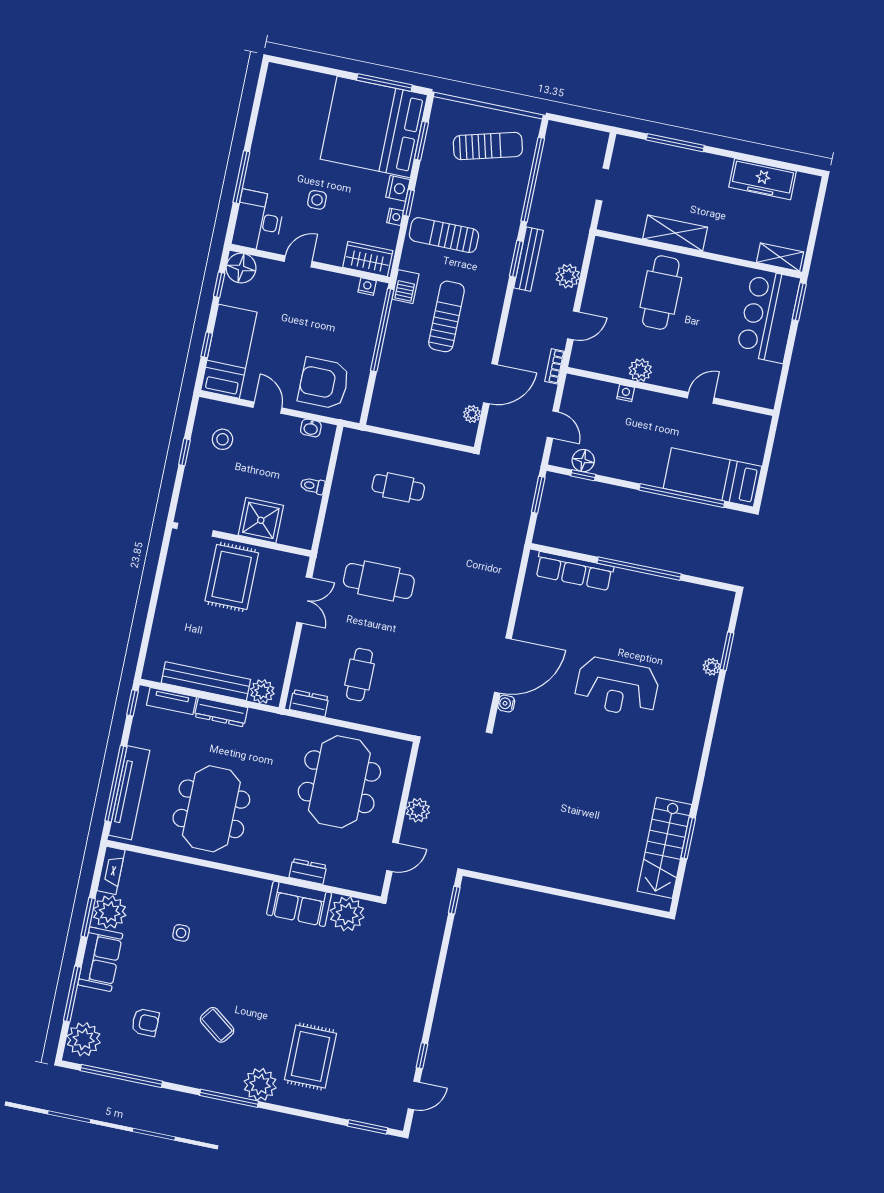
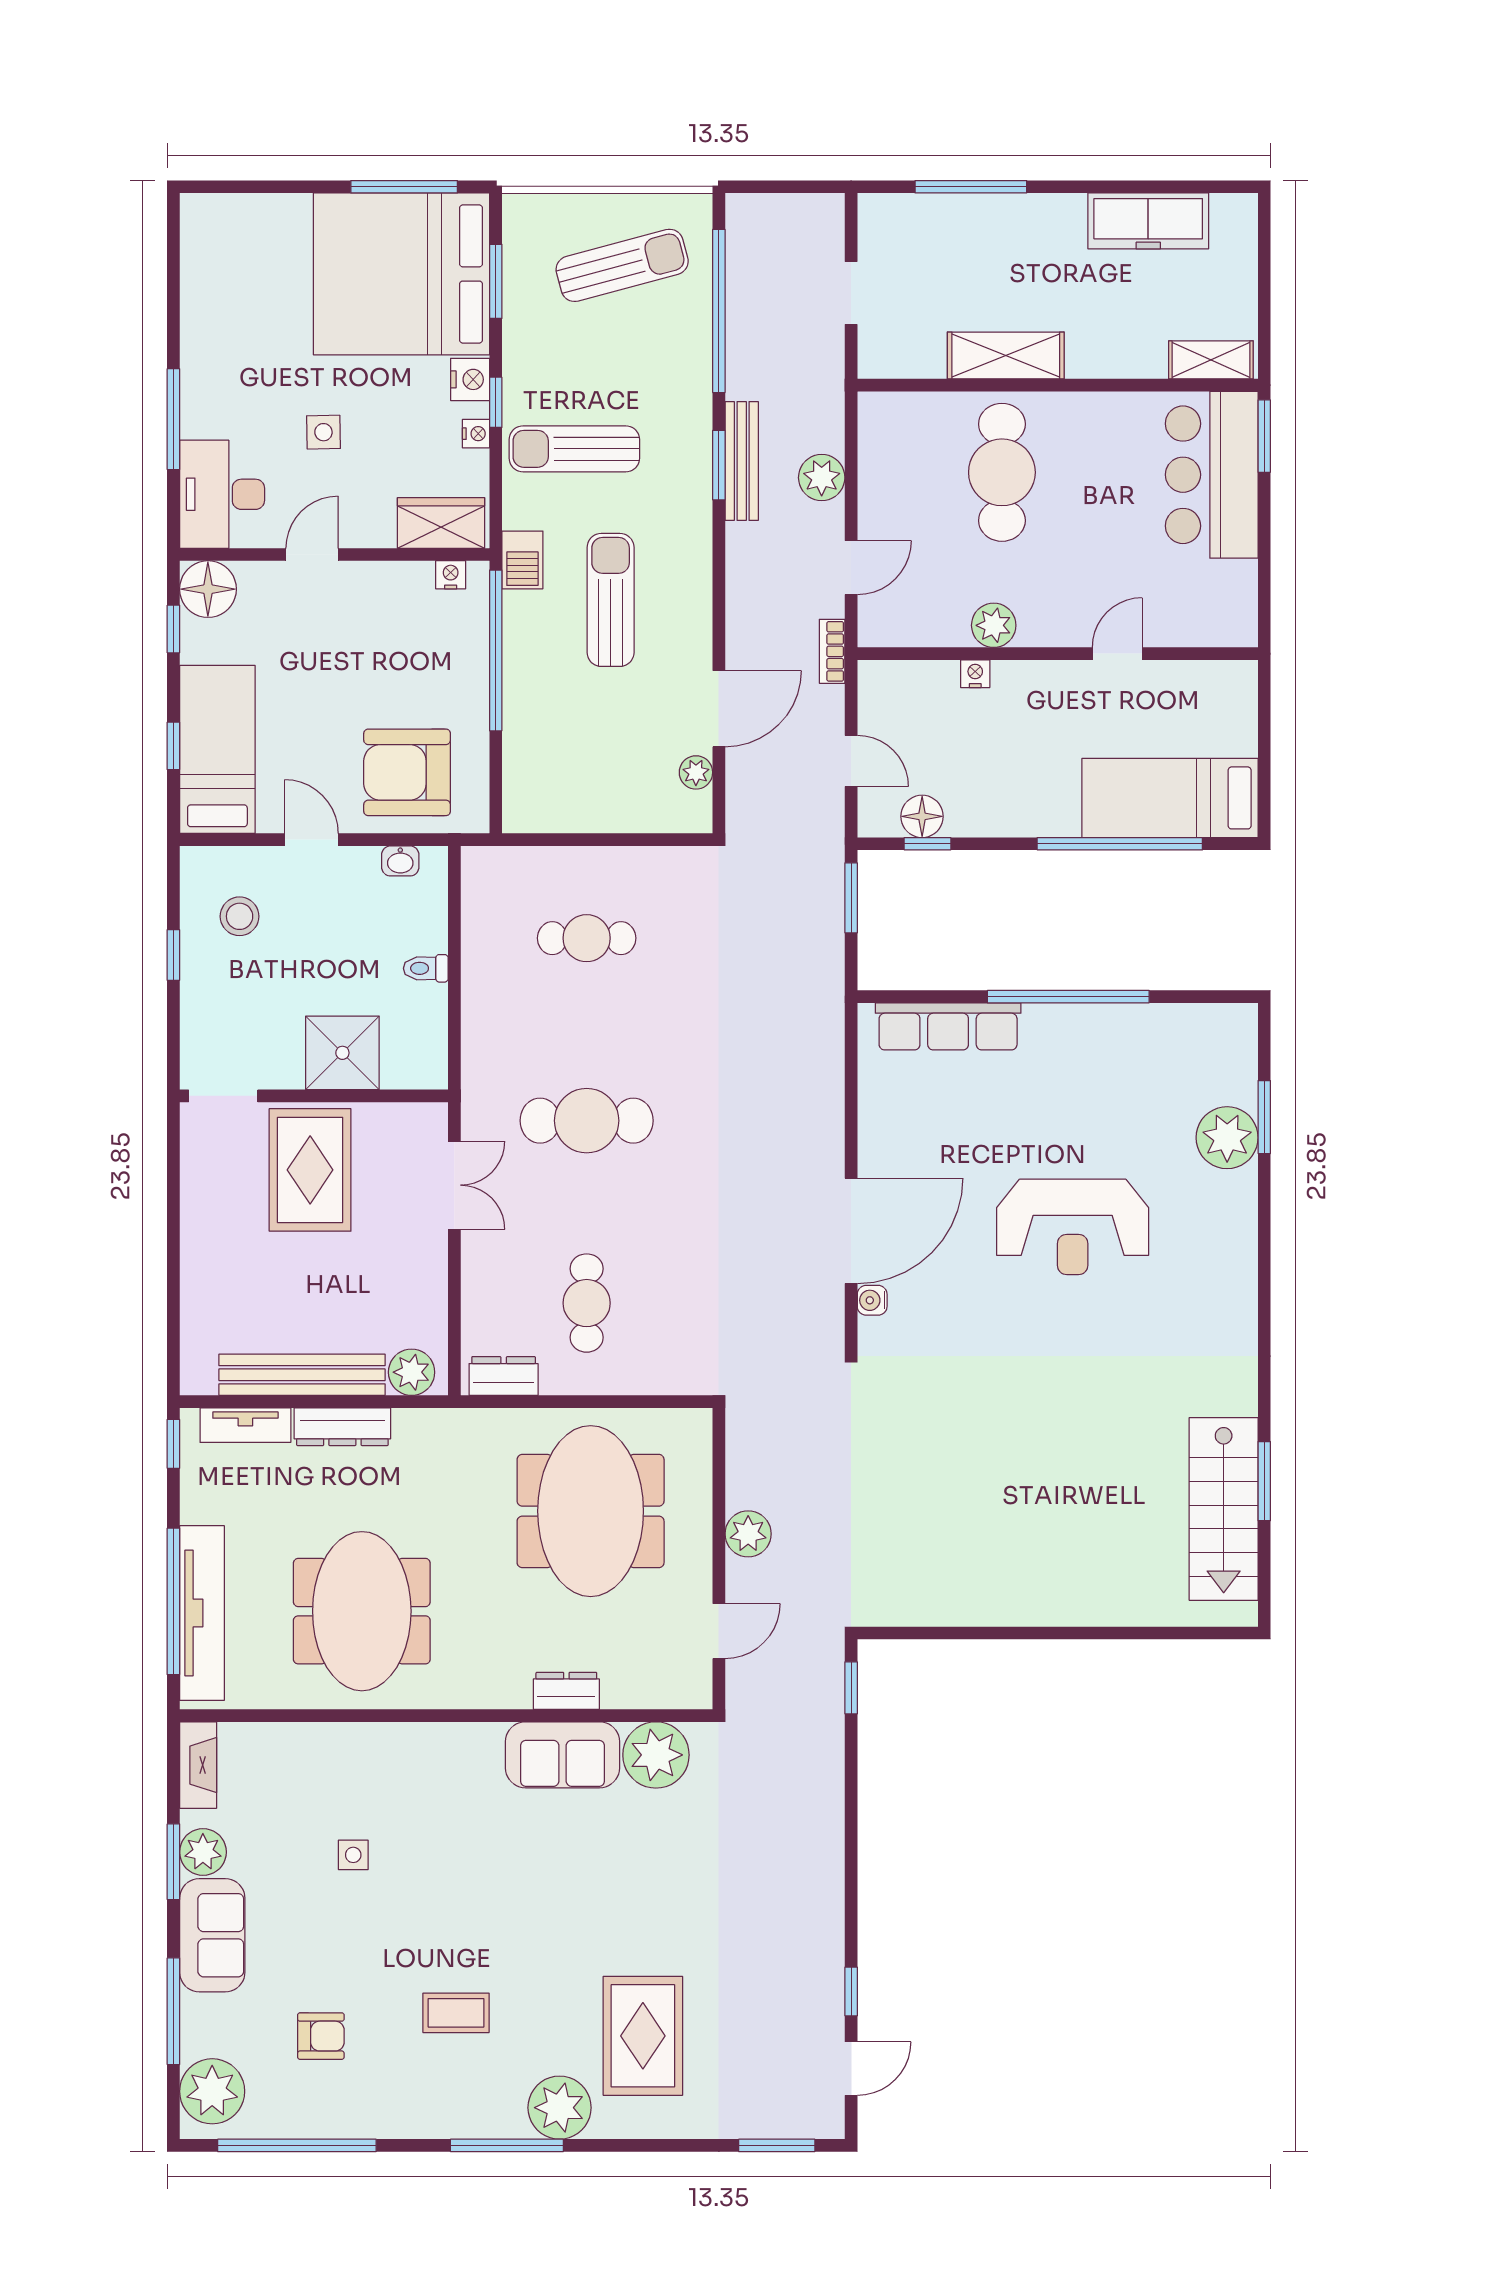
plant: (712, 667) -> (1227, 1138), width x1.87, depth x1.87
plant: (110, 912) -> (203, 1852), width x0.73, depth x0.73
coffee table: (217, 1025) -> (456, 2013), turned -37

